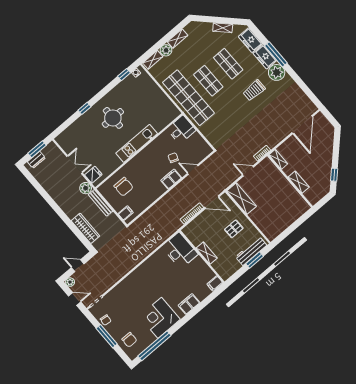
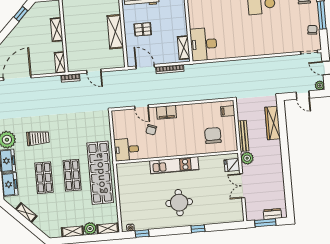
shelving: (242, 199) -> (115, 32), moved
shelving: (207, 253) -> (184, 48), moved

